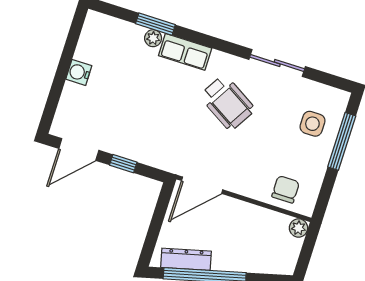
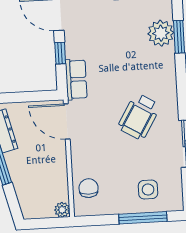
plant: (153, 38) -> (161, 33), width x1.87, depth x1.87
row of seats: (185, 52) -> (76, 79), moved, turned 180
chair: (286, 189) -> (89, 188), turned -90

